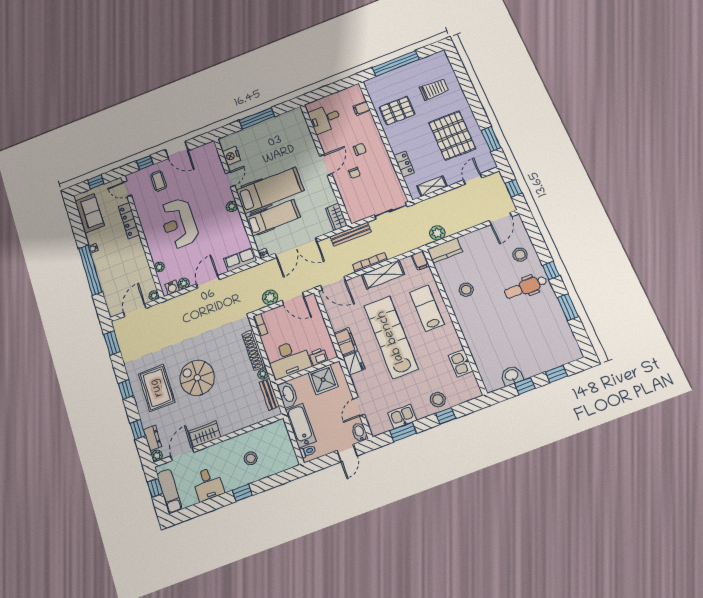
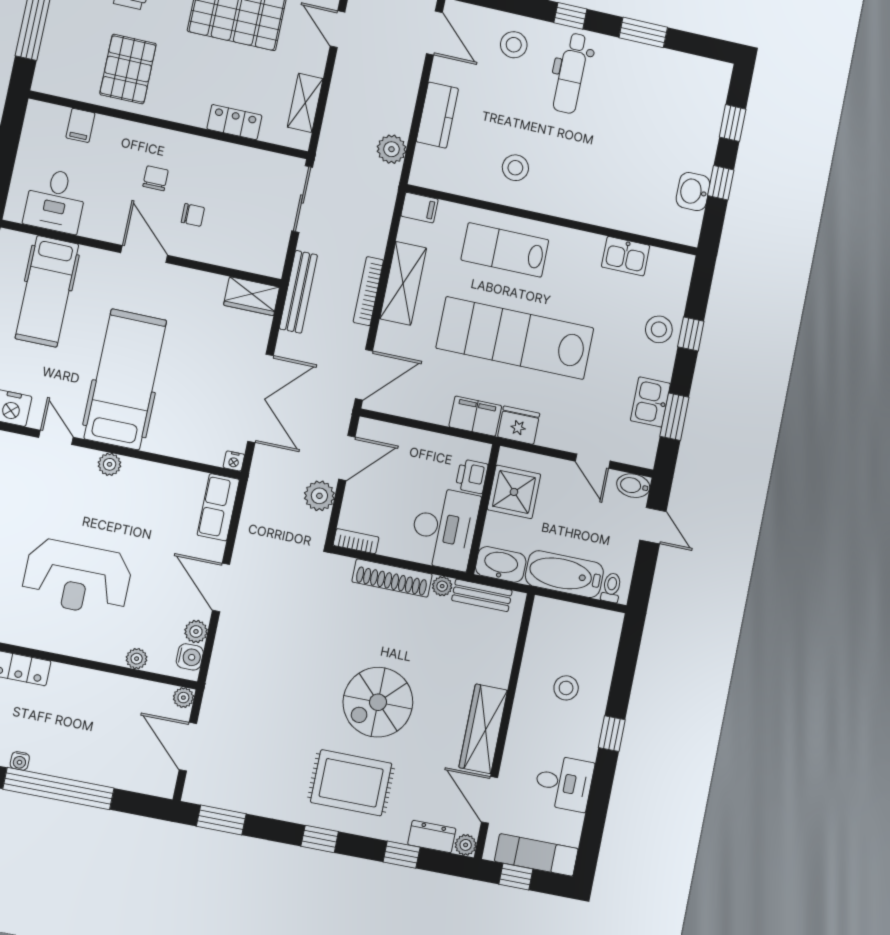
hospital bed: (273, 218) -> (47, 291), moved, turned 180
kitchen counter: (445, 250) -> (437, 115), moved
wardrobe: (205, 434) -> (483, 729), width x1.50

